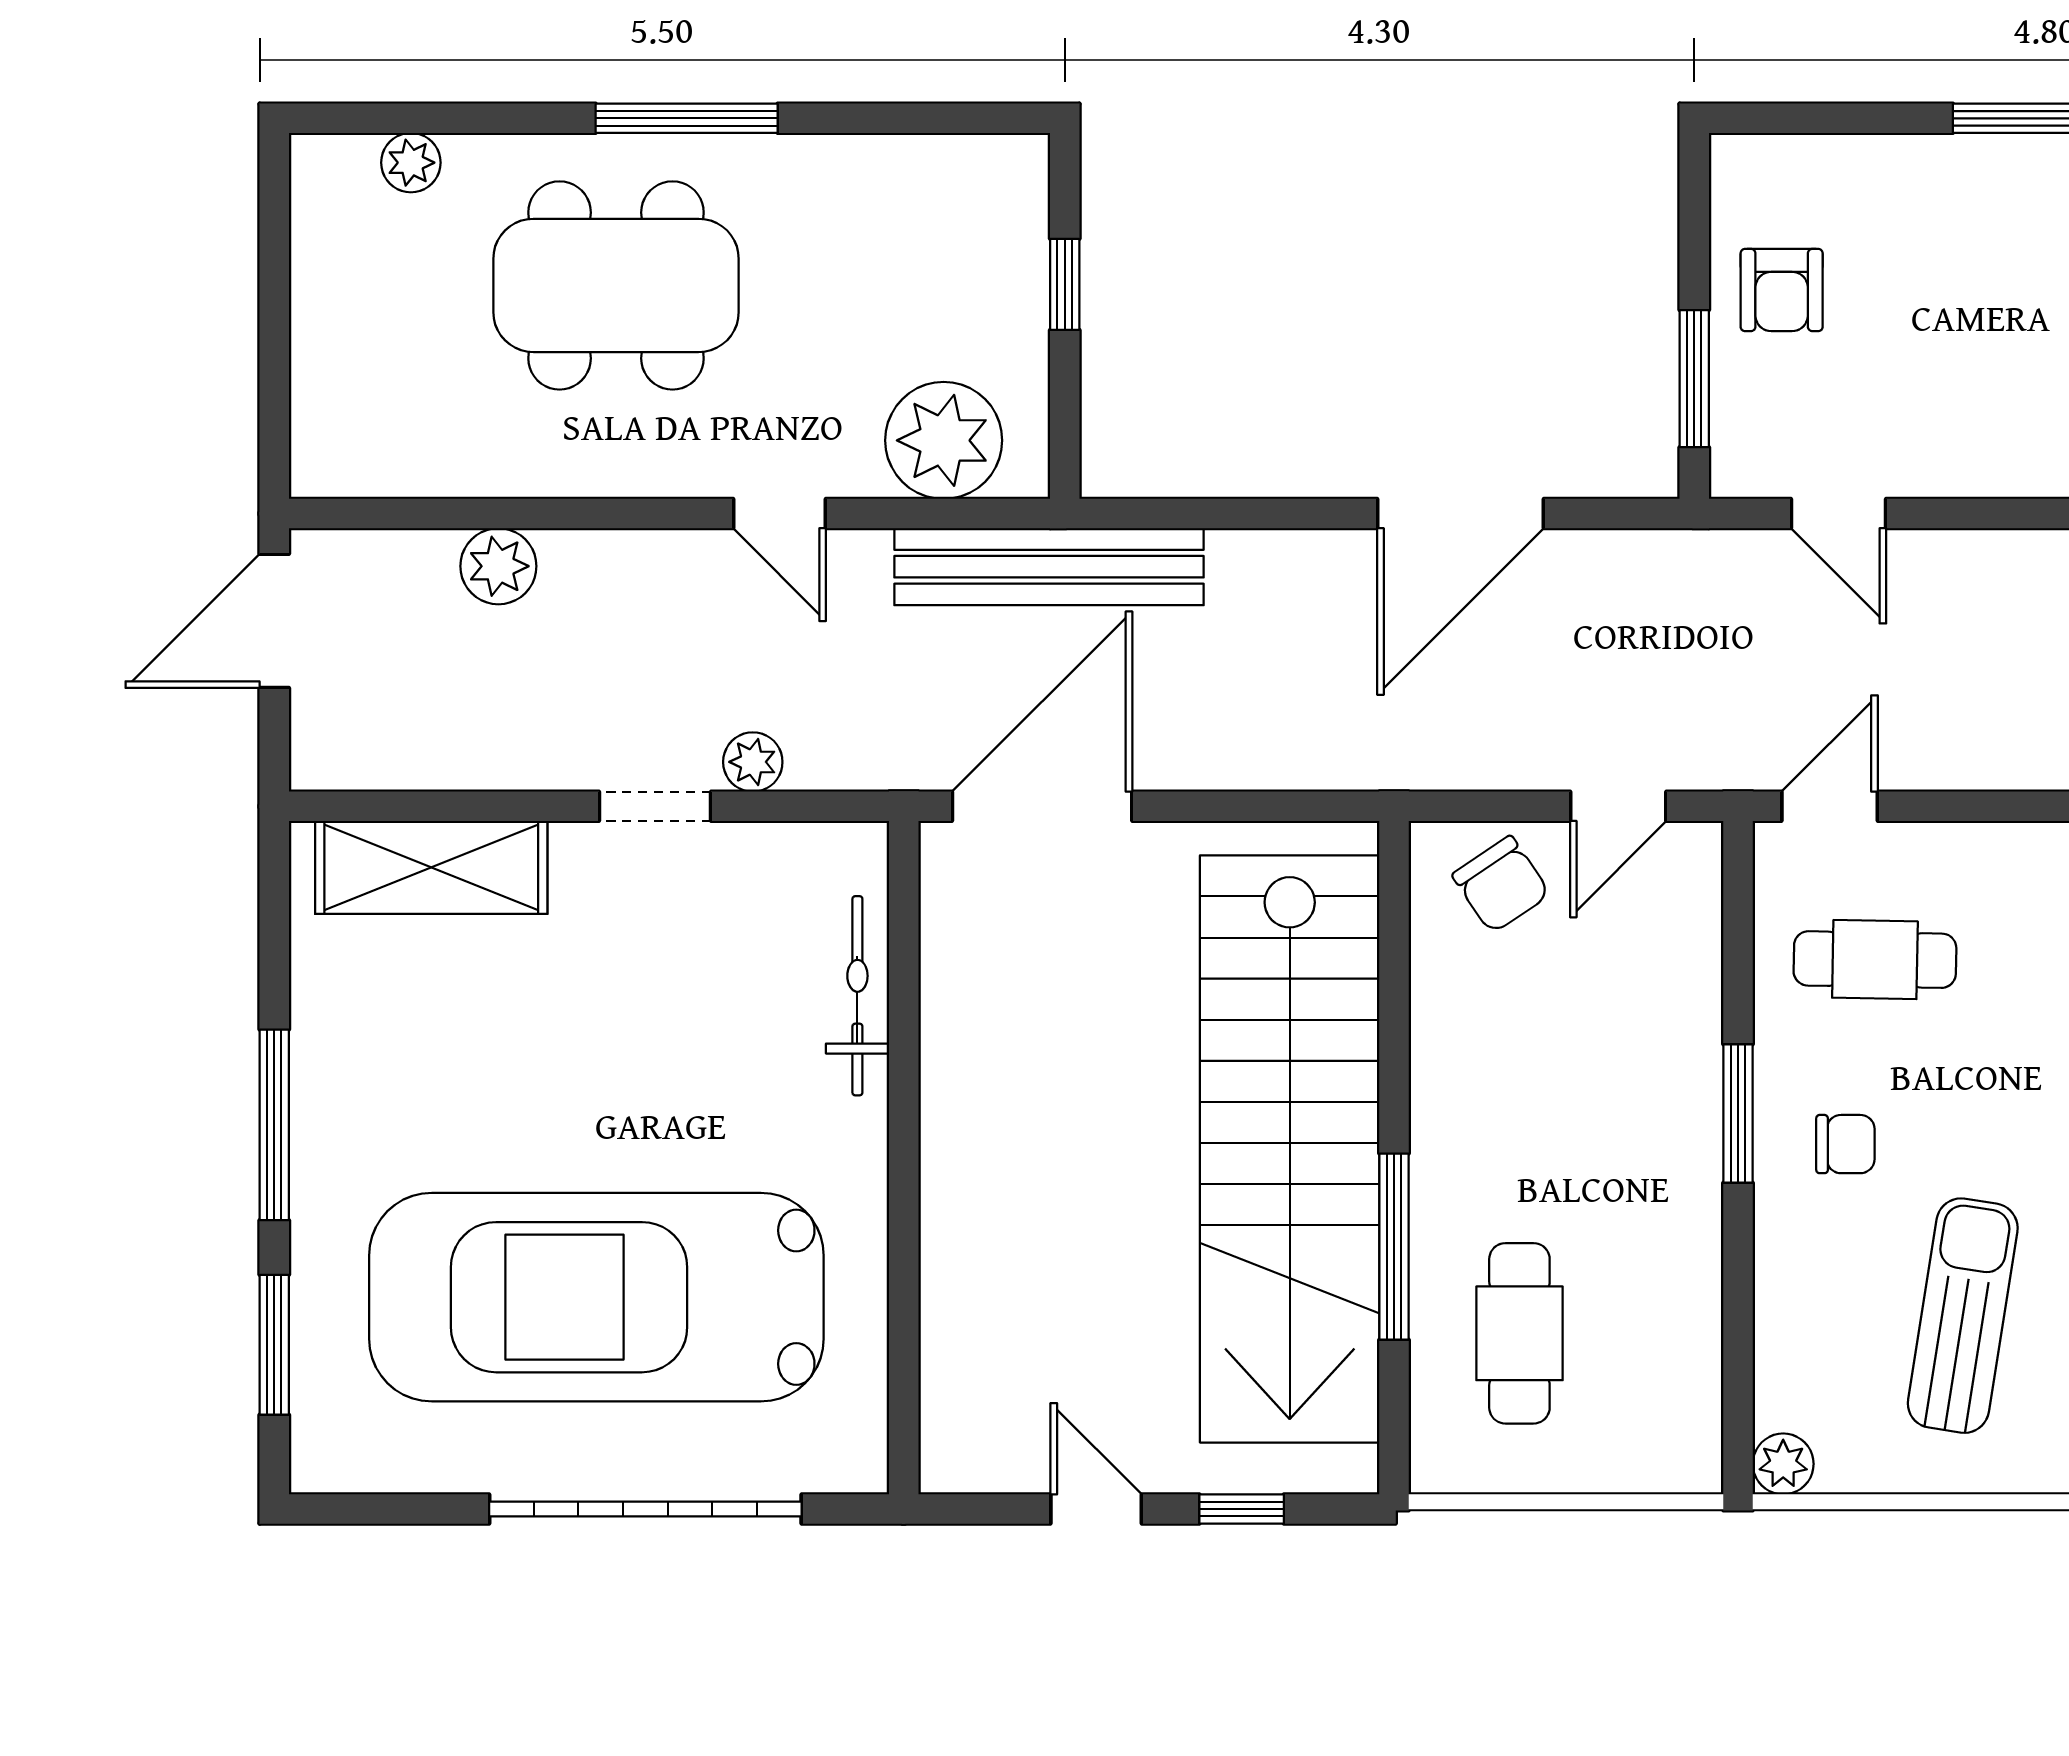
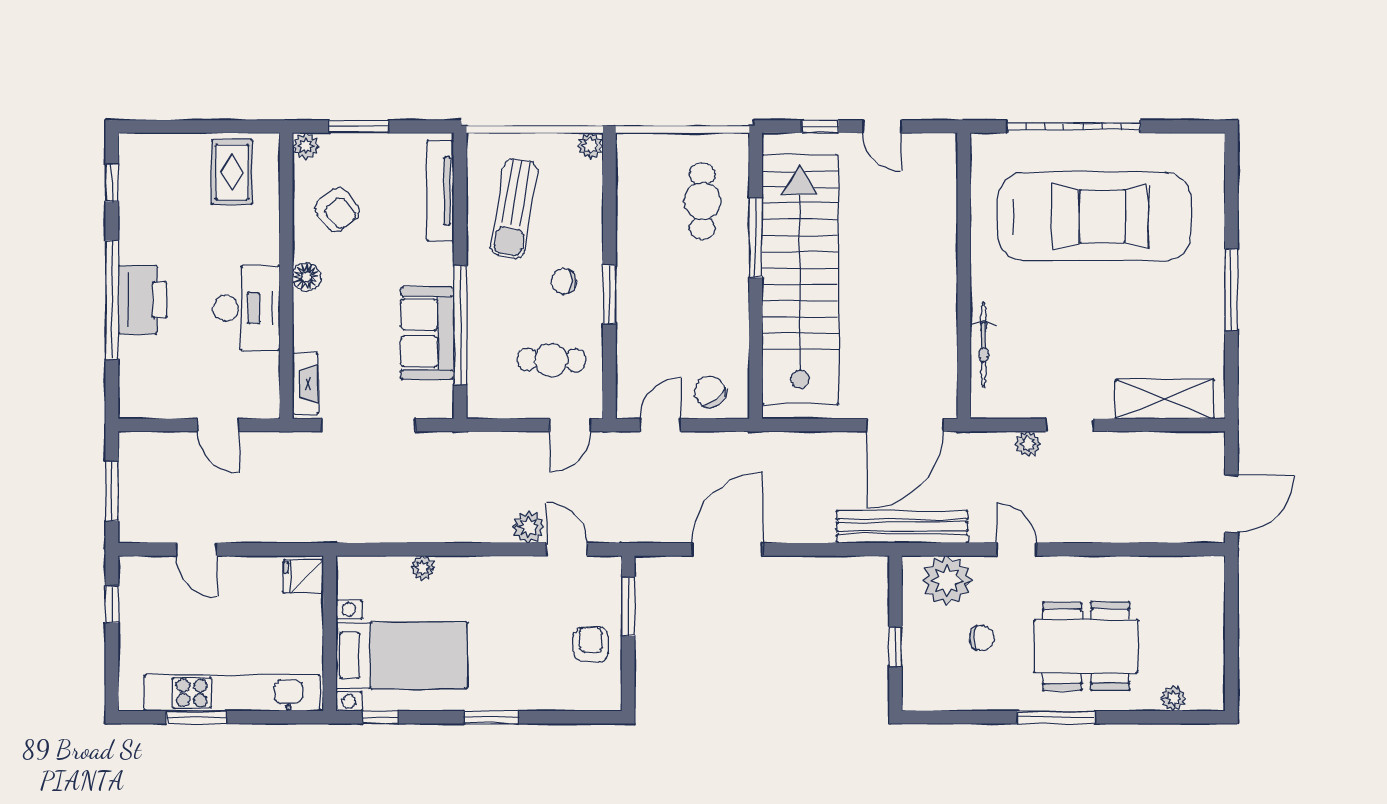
chair: (862, 305) -> (982, 638), added
plant: (498, 566) -> (528, 527), moved
window: (274, 1345) -> (1231, 196), removed

